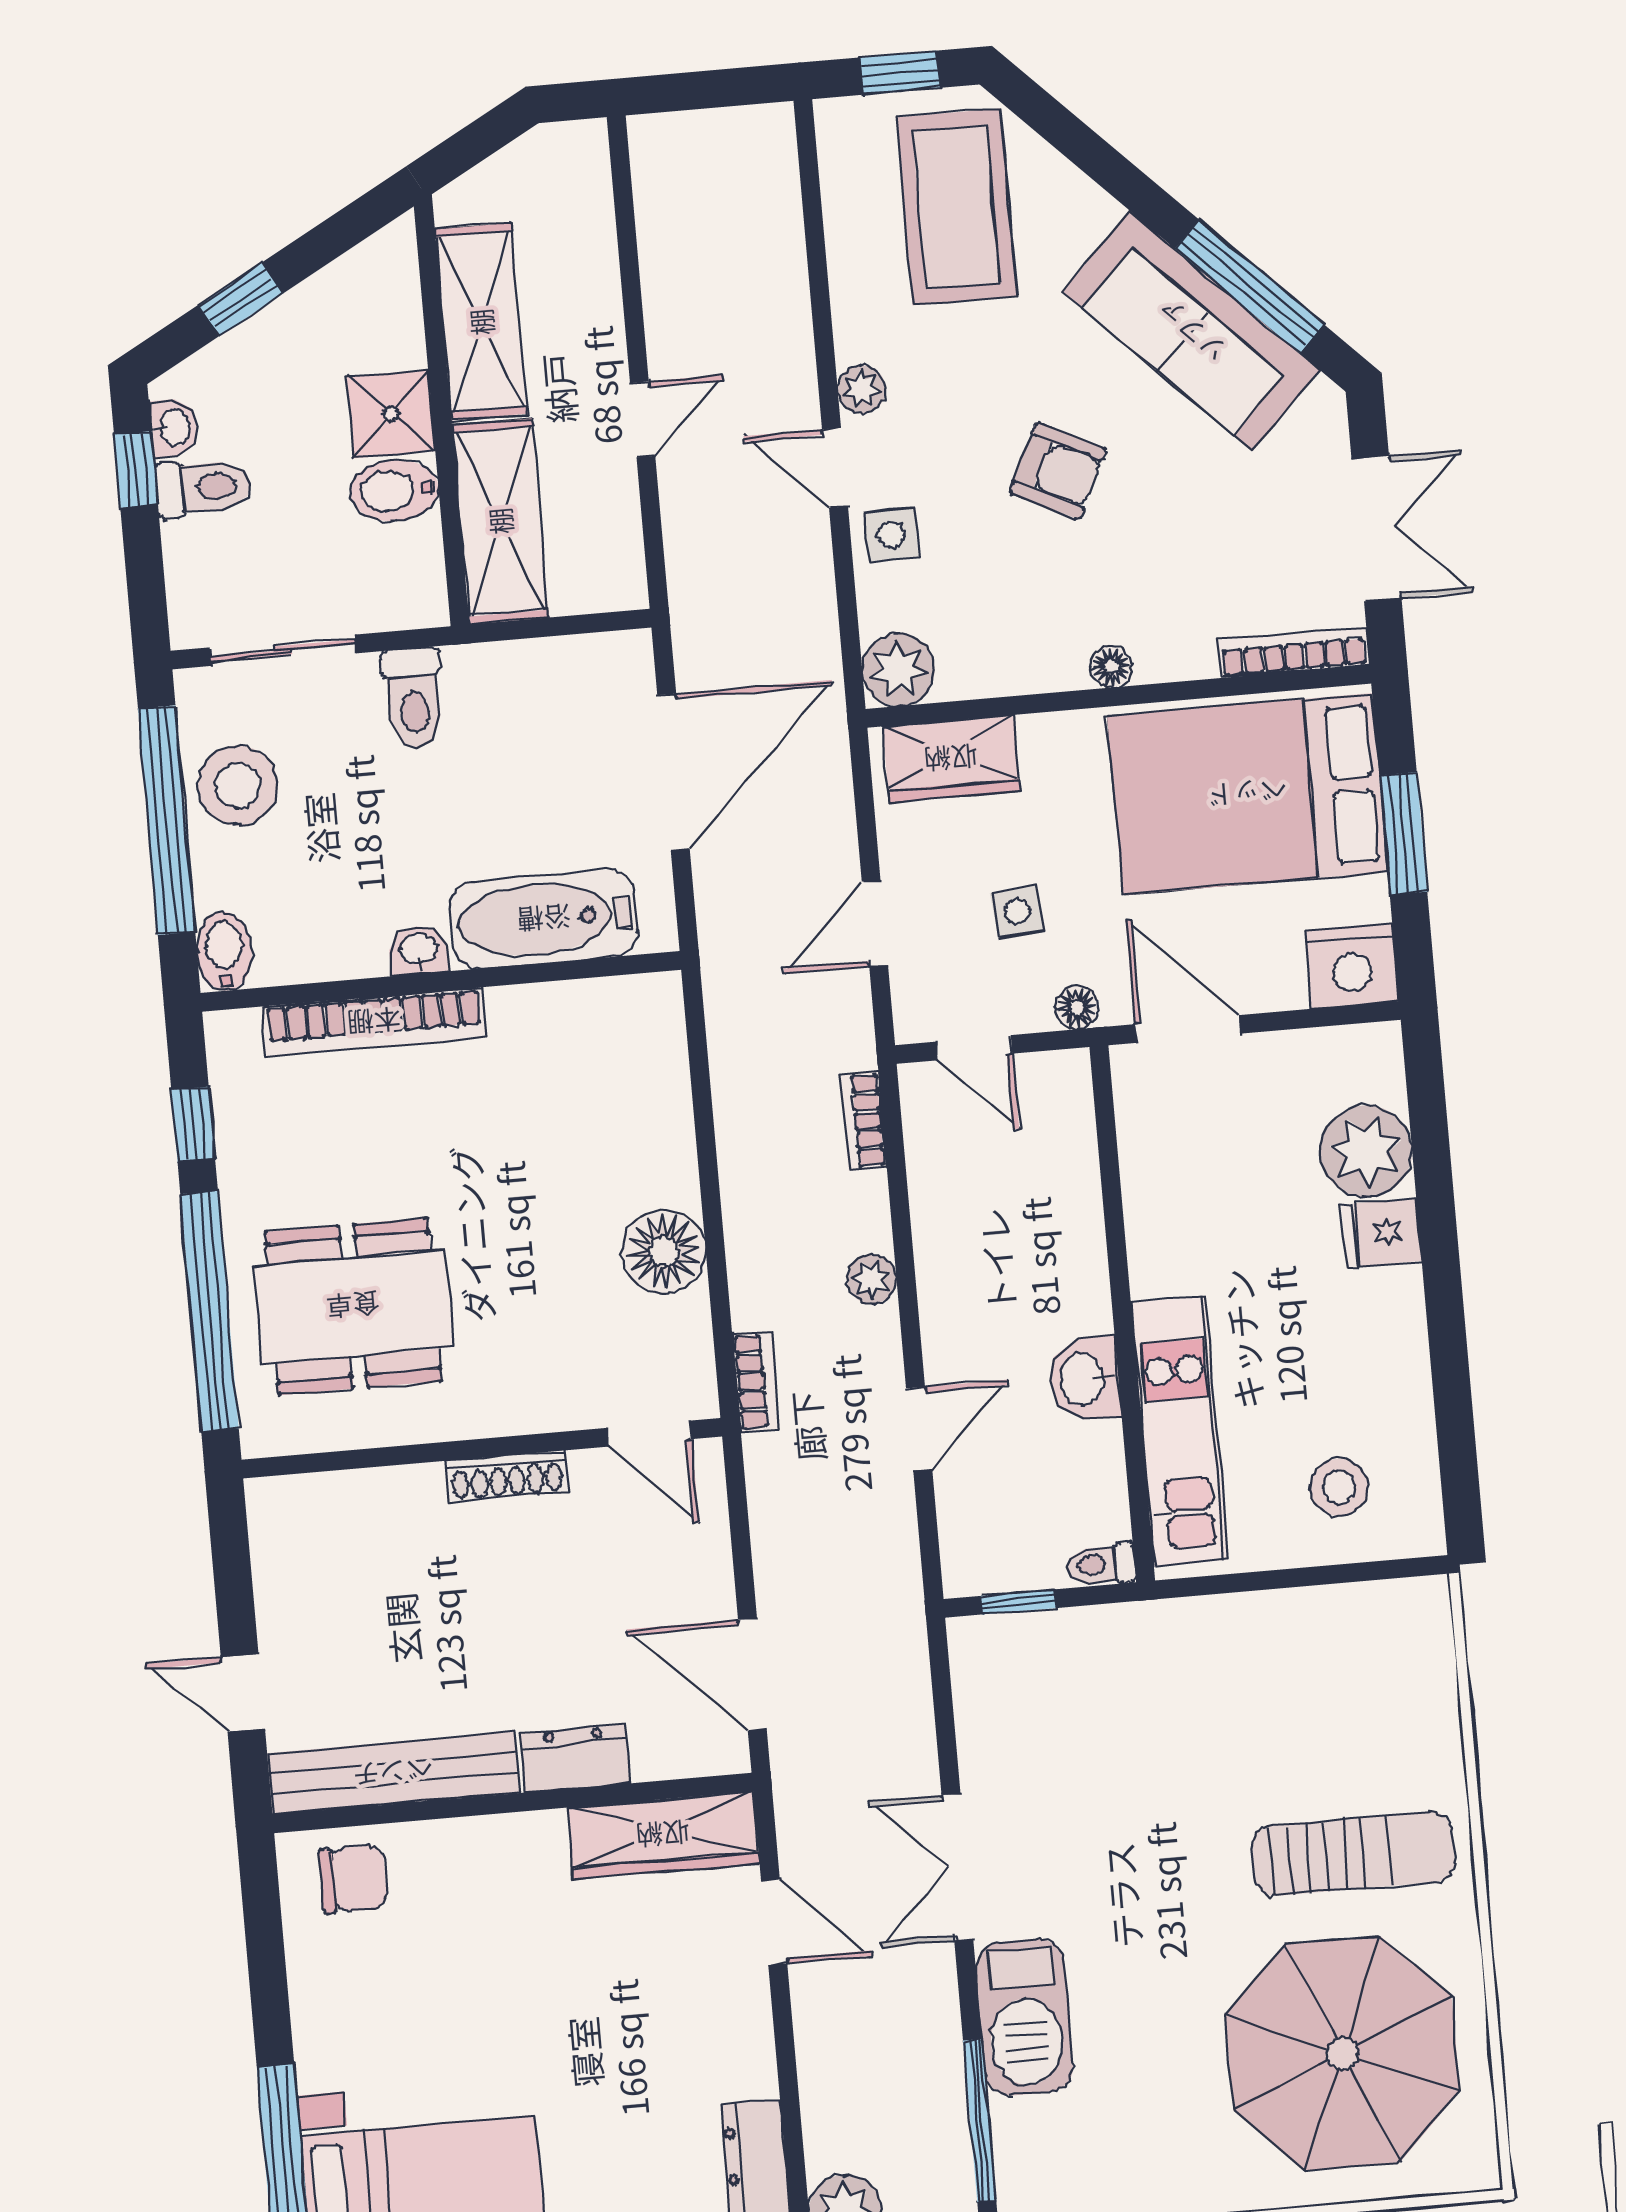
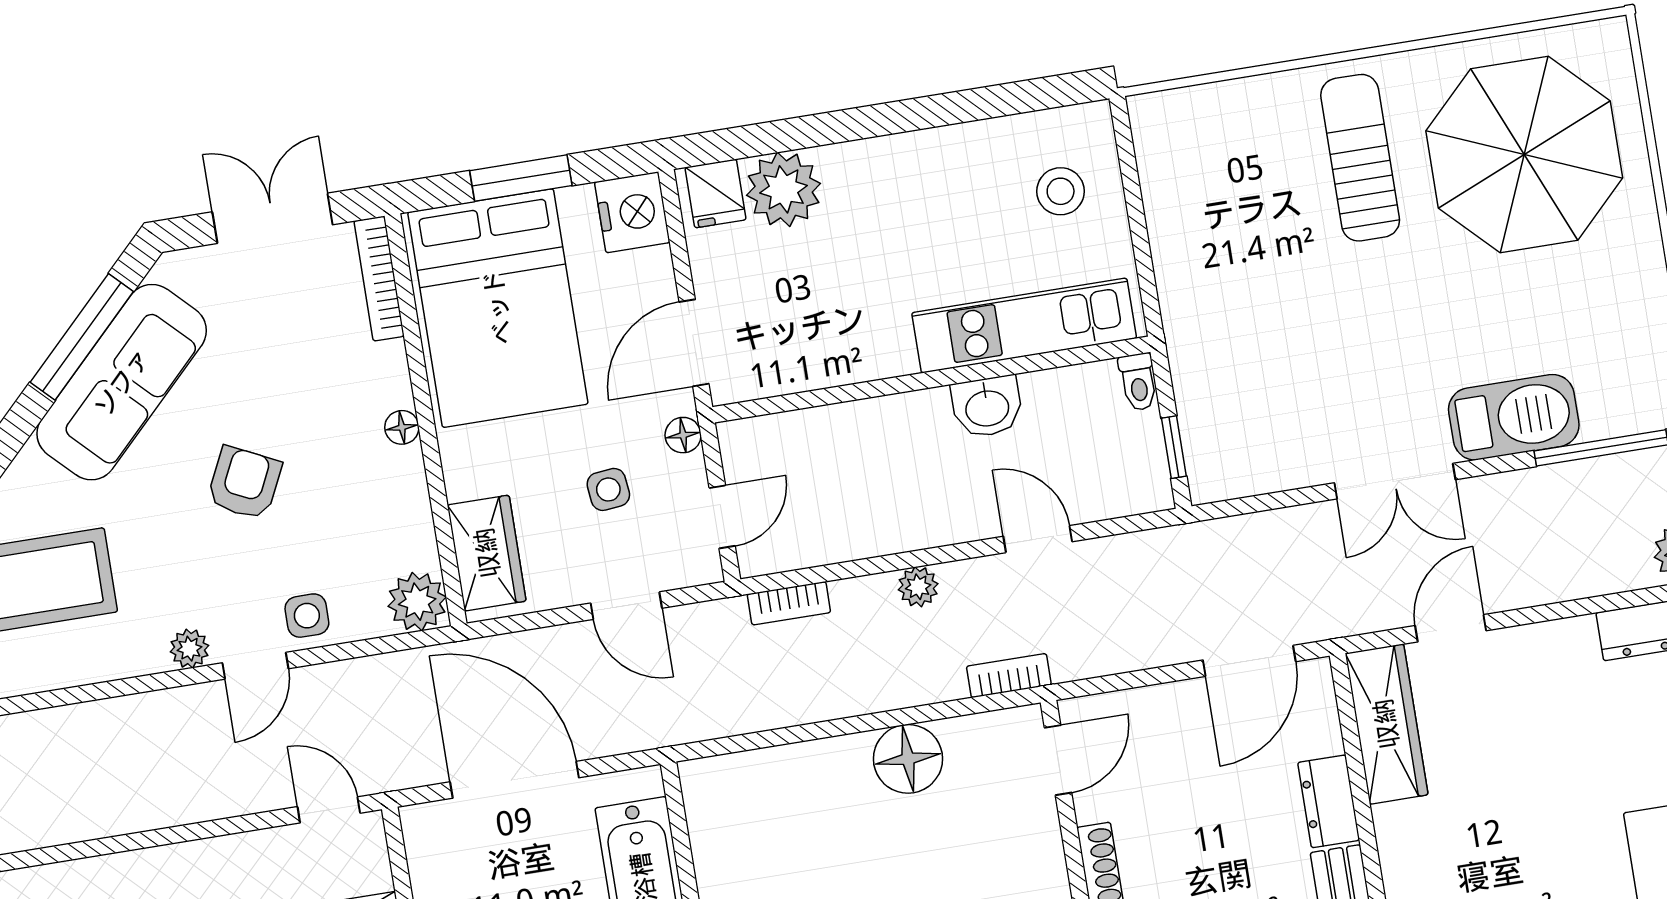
door: (643, 419) -> (329, 810), moved
fridge: (1382, 1233) -> (716, 194), moved

